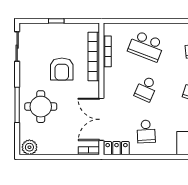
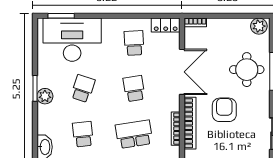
school desk: (146, 46) -> (134, 134), turned -30
school desk: (146, 89) -> (134, 89), turned -33
double door: (101, 119) -> (182, 72), moved

